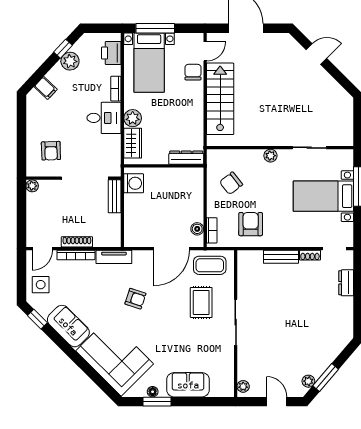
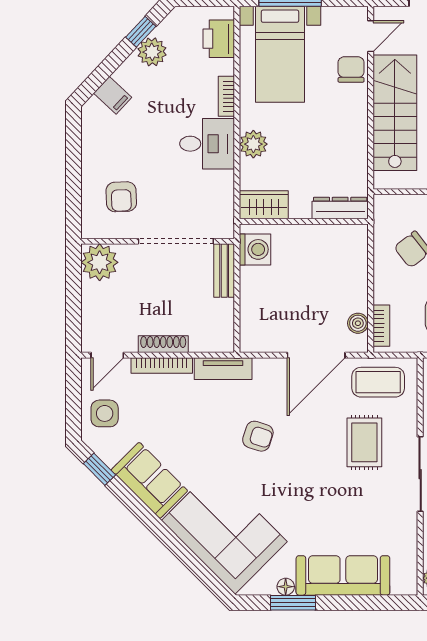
wardrobe: (133, 143) -> (264, 205), moved, turned -90
plant: (32, 186) -> (100, 262), width x1.87, depth x1.87
sofa: (188, 385) -> (343, 575), width x1.36

